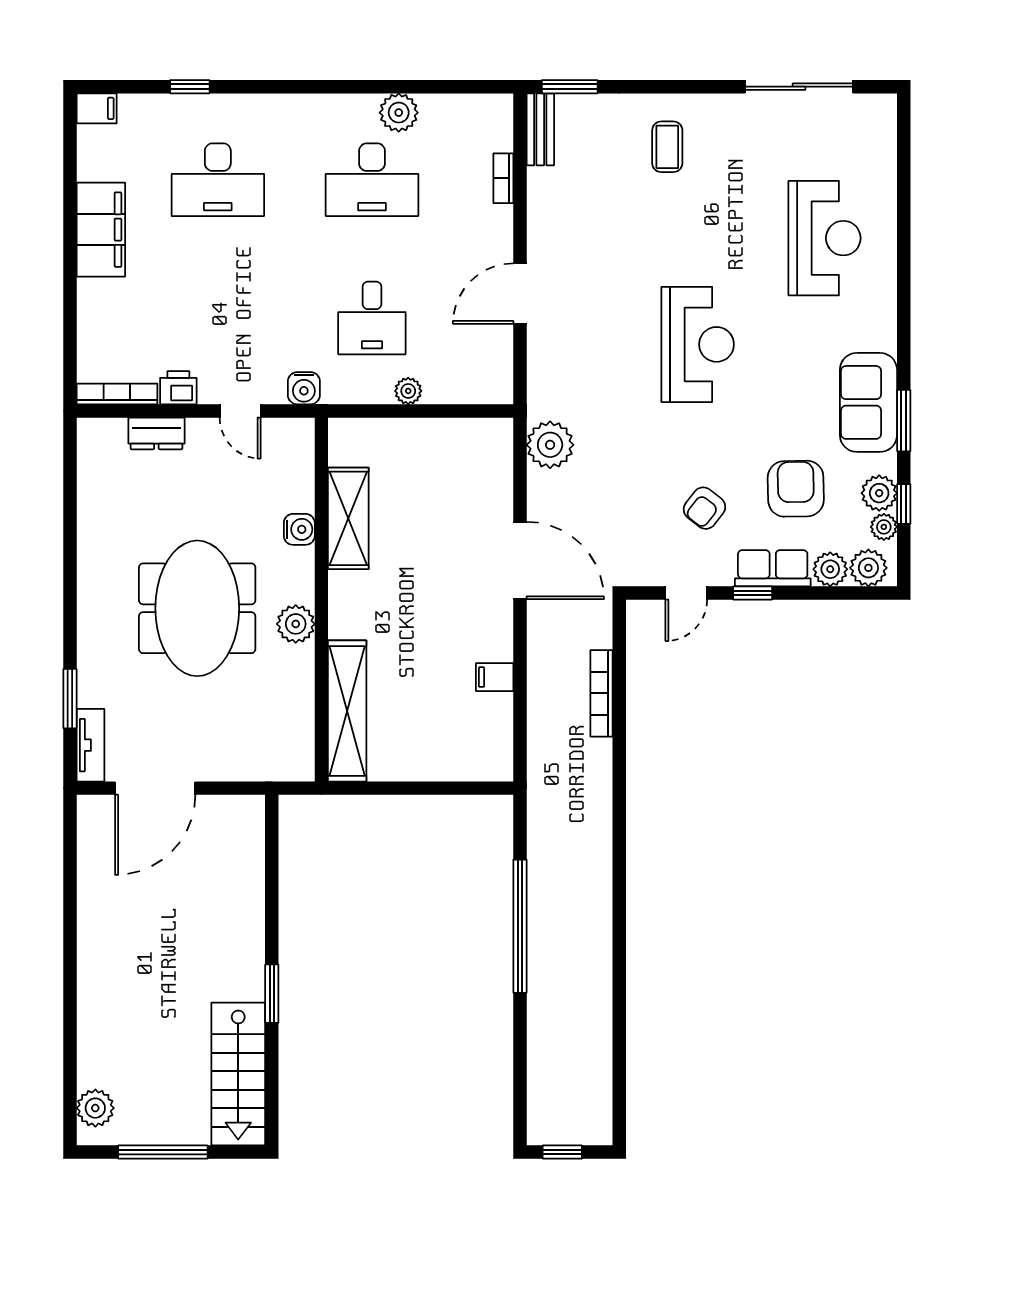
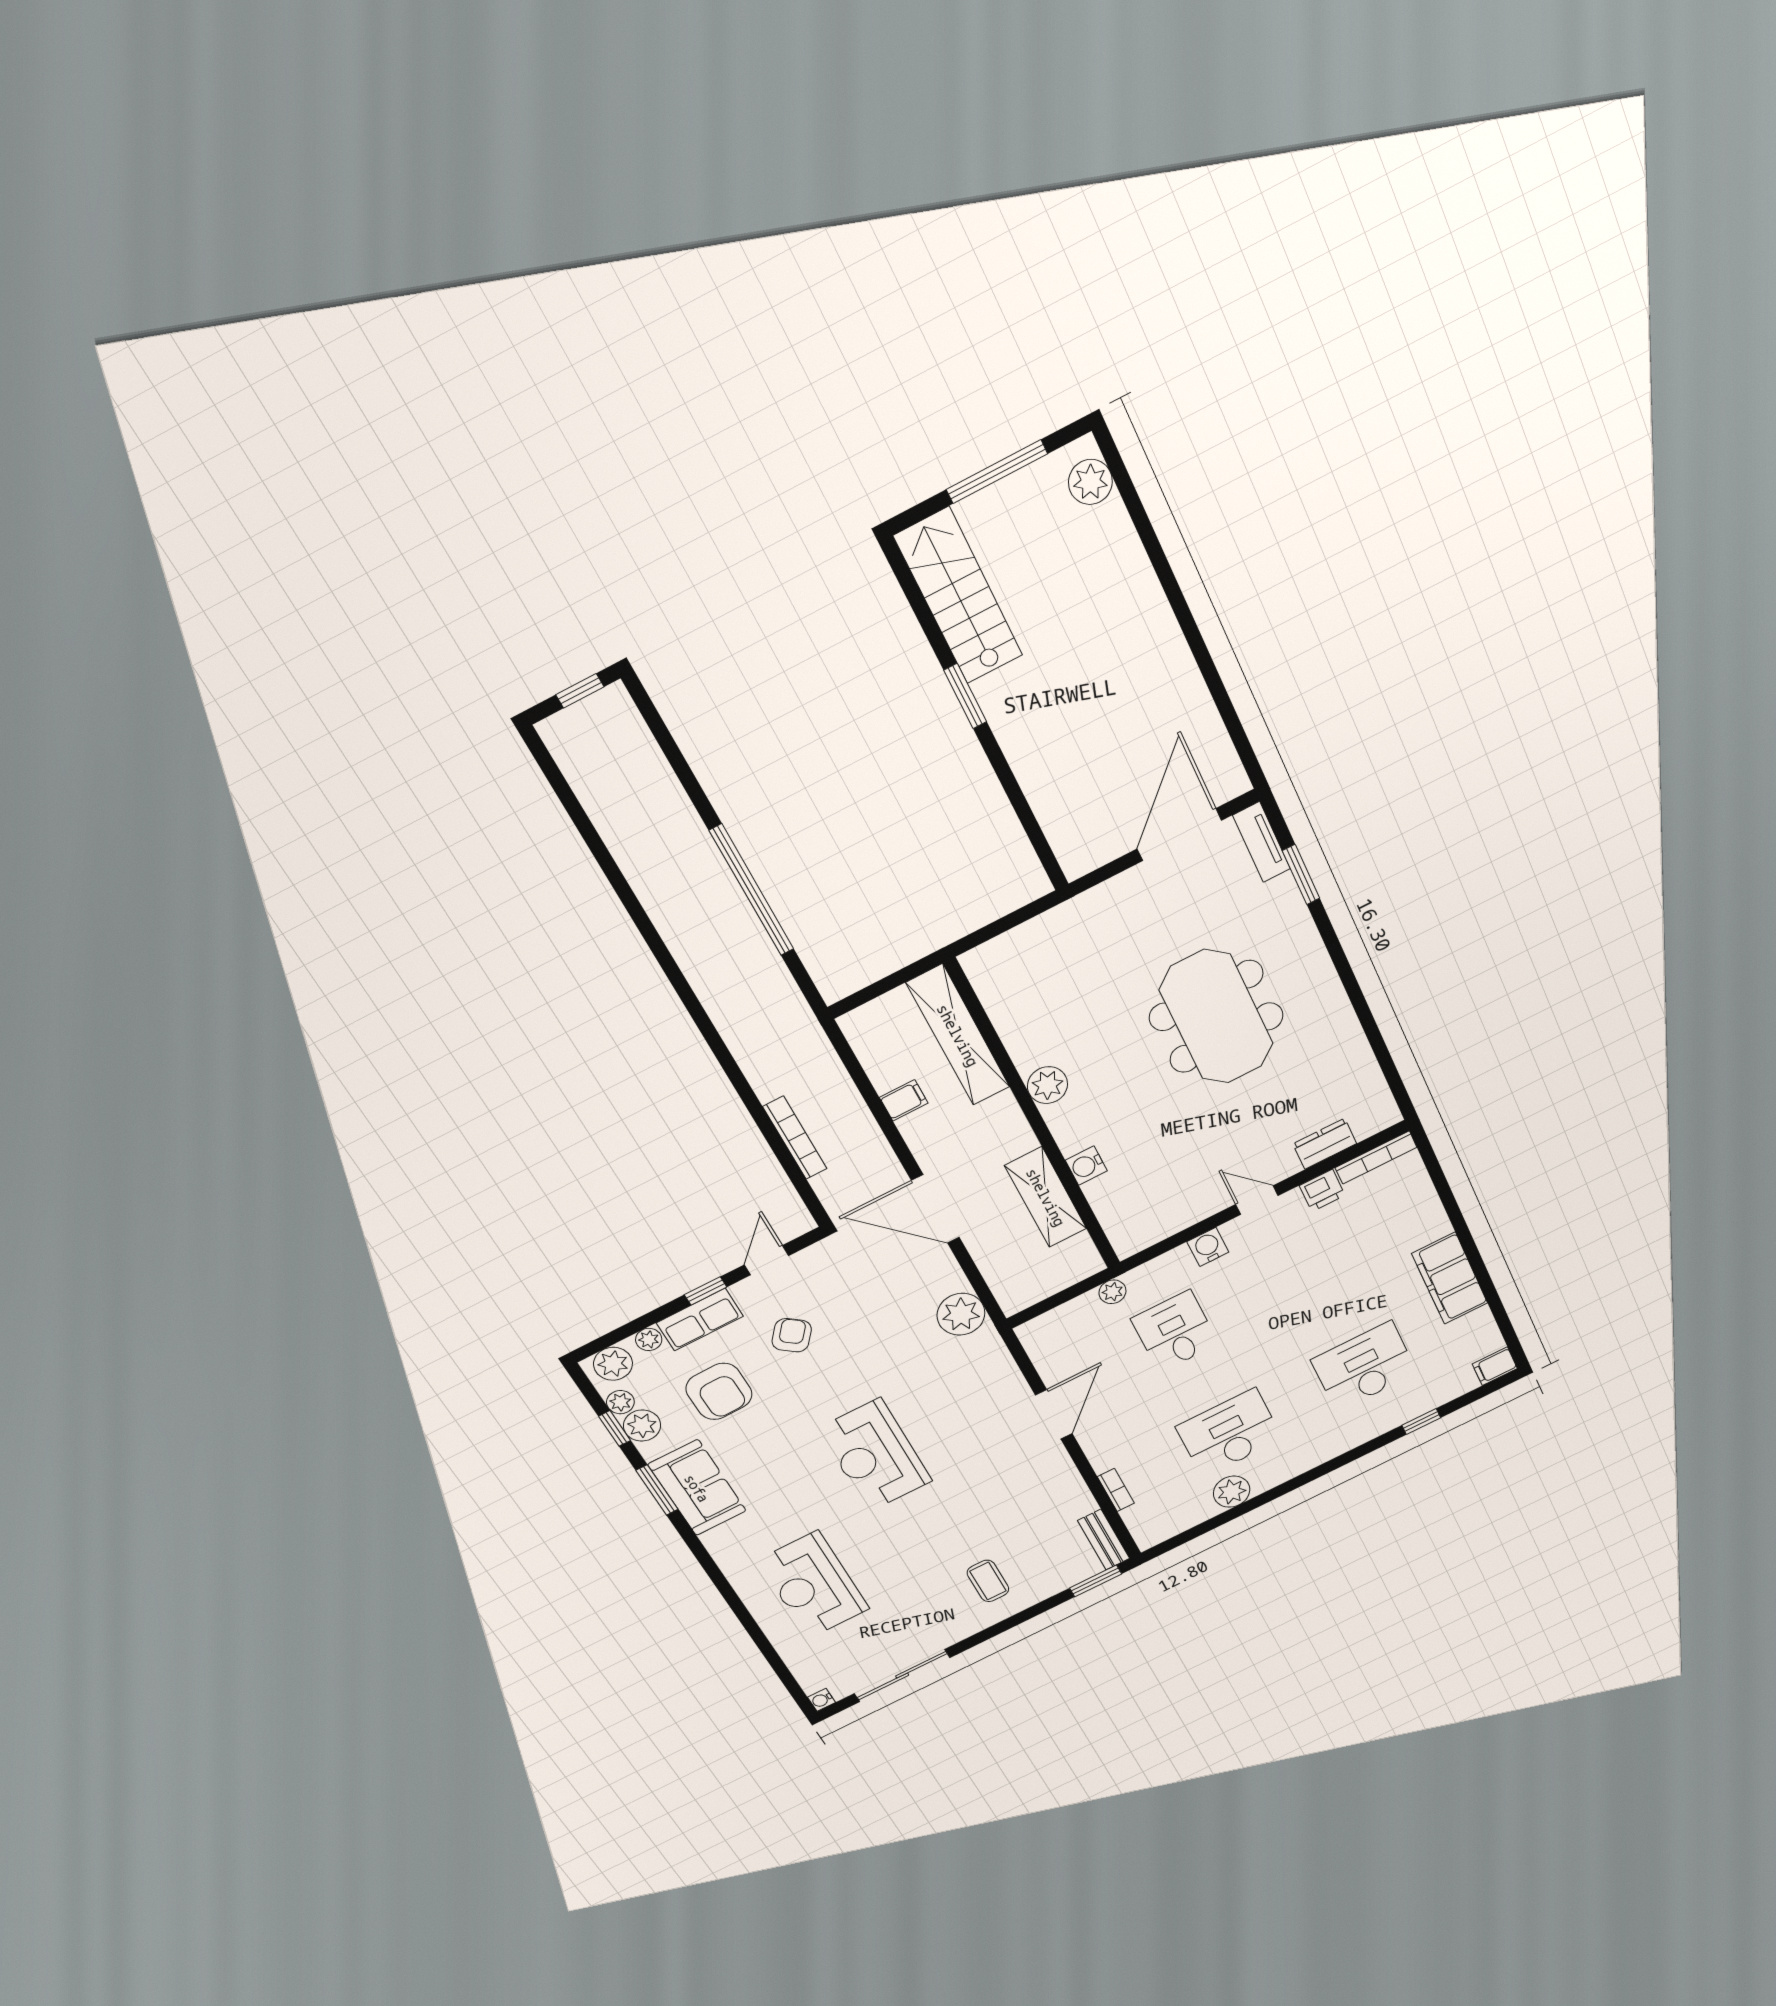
water cooler: (886, 104) -> (821, 1700), added
shelving: (348, 518) -> (1046, 1197), moved
water cooler: (299, 529) -> (1086, 1166), moved
plant: (830, 569) -> (649, 1339), width x0.73, depth x0.73
wall: (321, 600) -> (1034, 1118), moved
plant: (296, 624) -> (1047, 1085), moved
shelving: (347, 711) -> (958, 1035), moved

